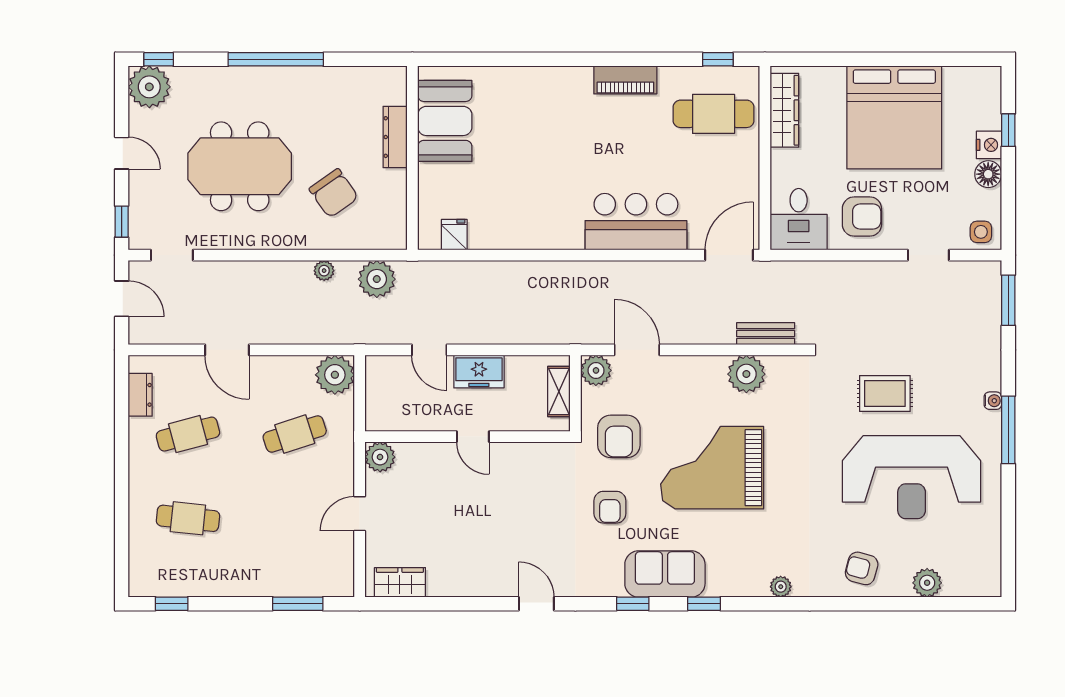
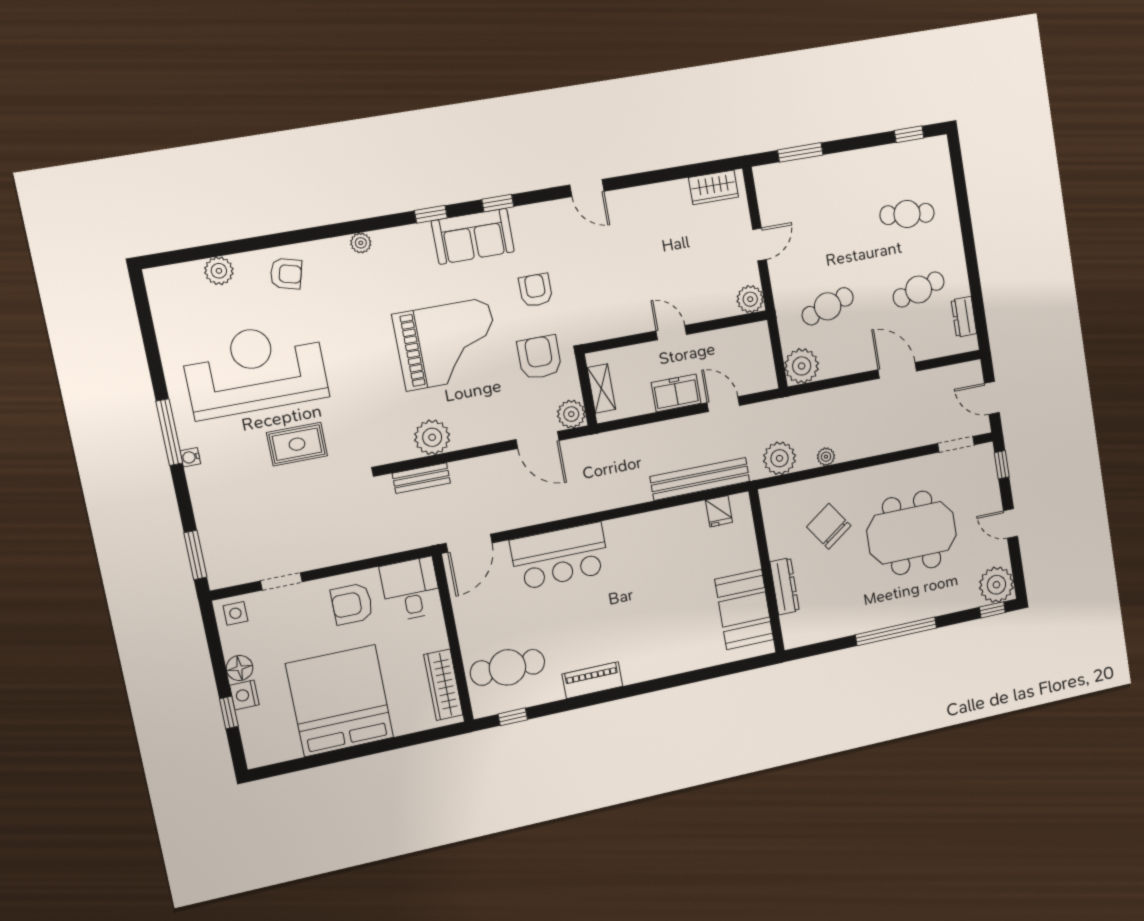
bench: (469, 274) -> (700, 479), added

